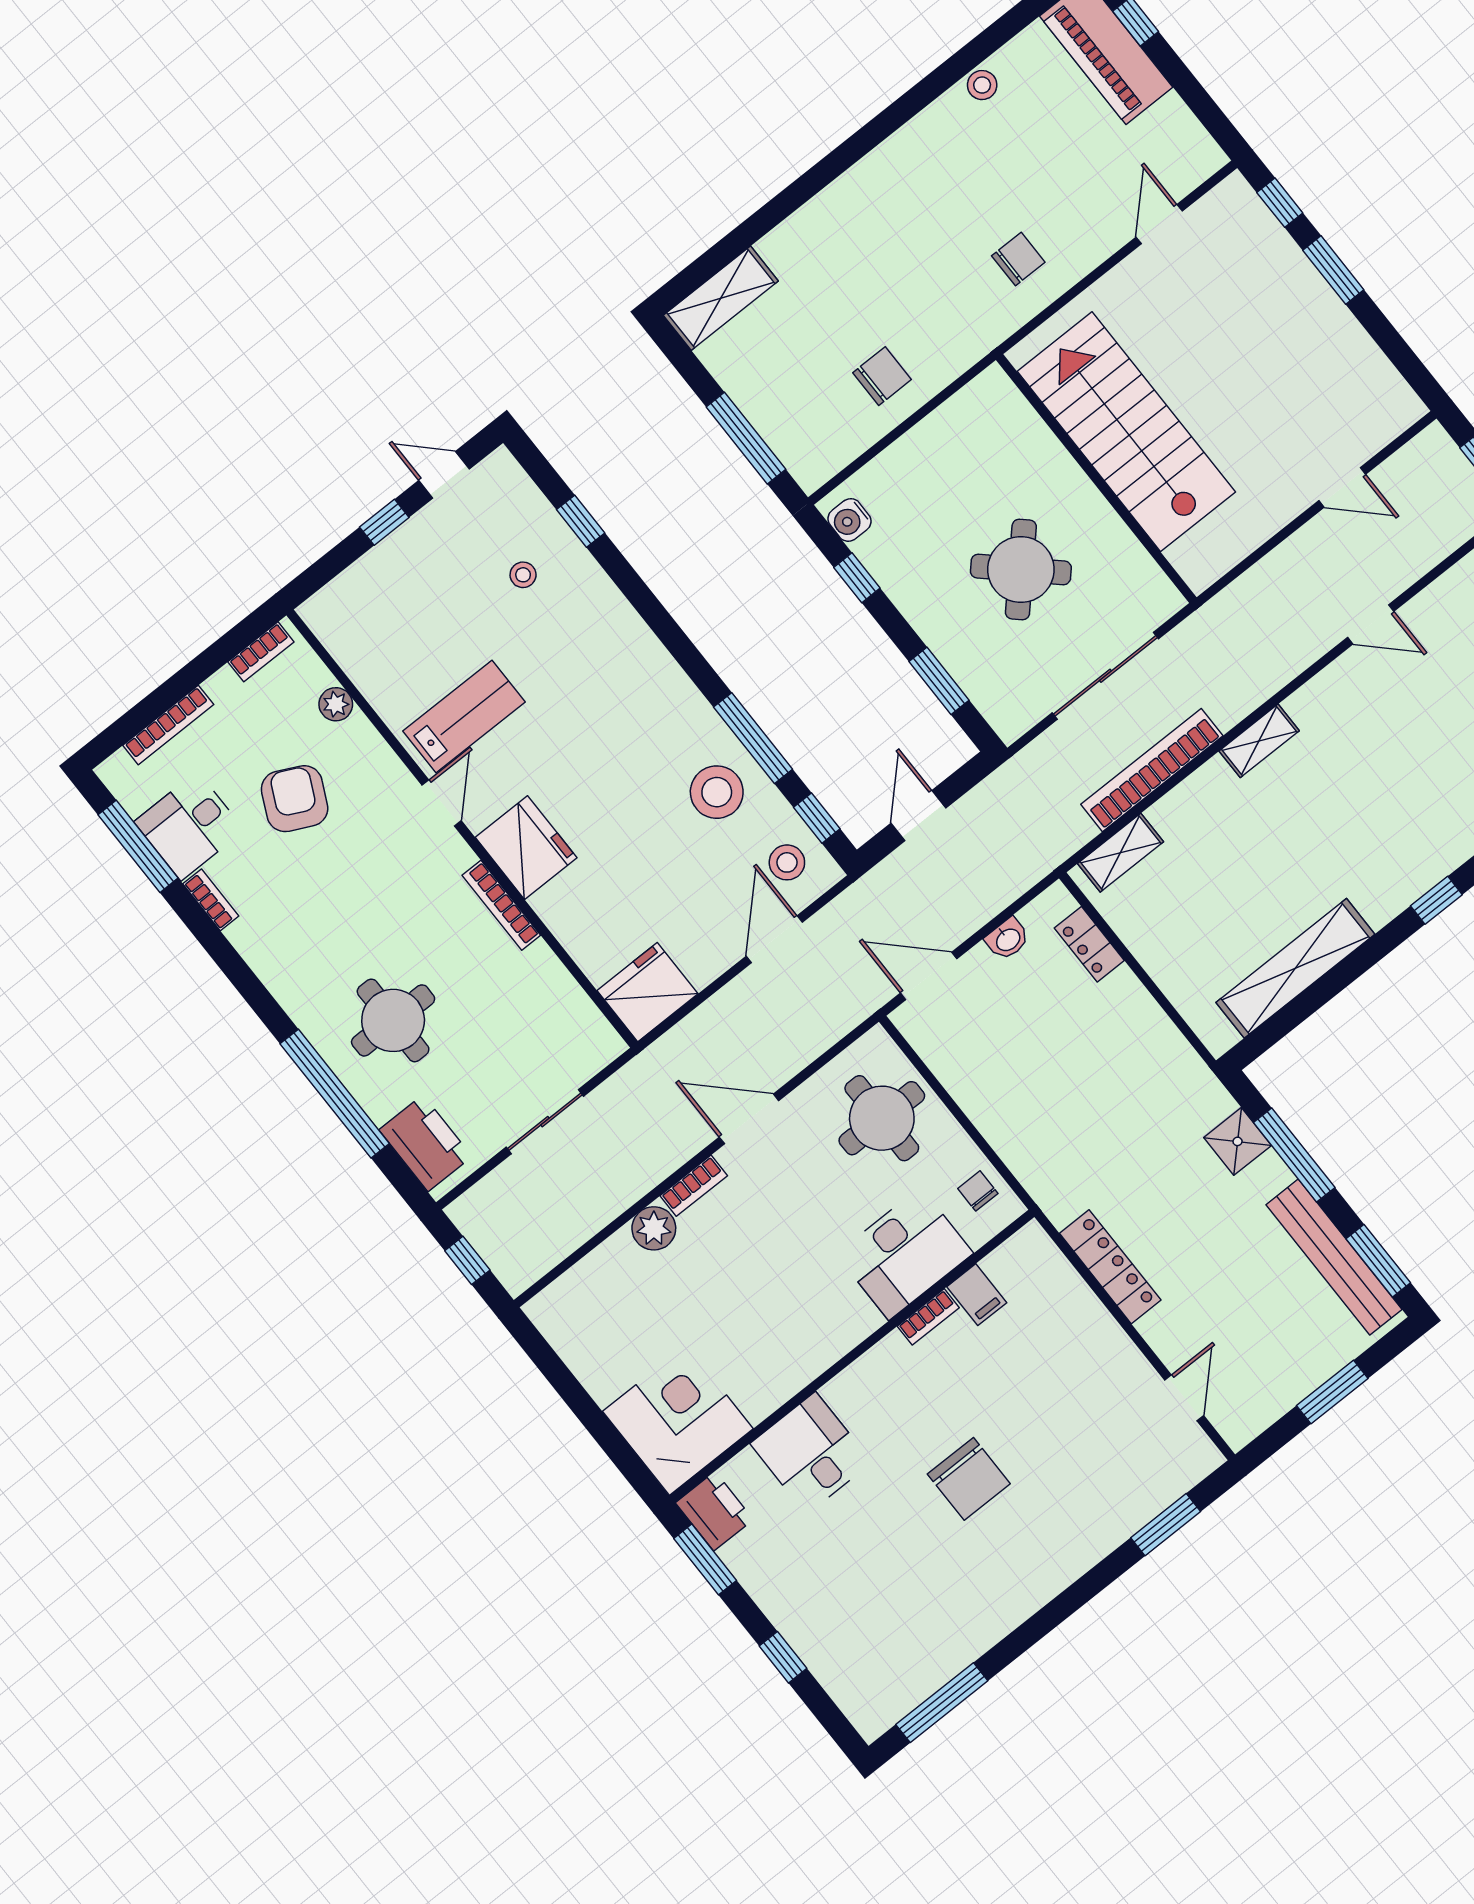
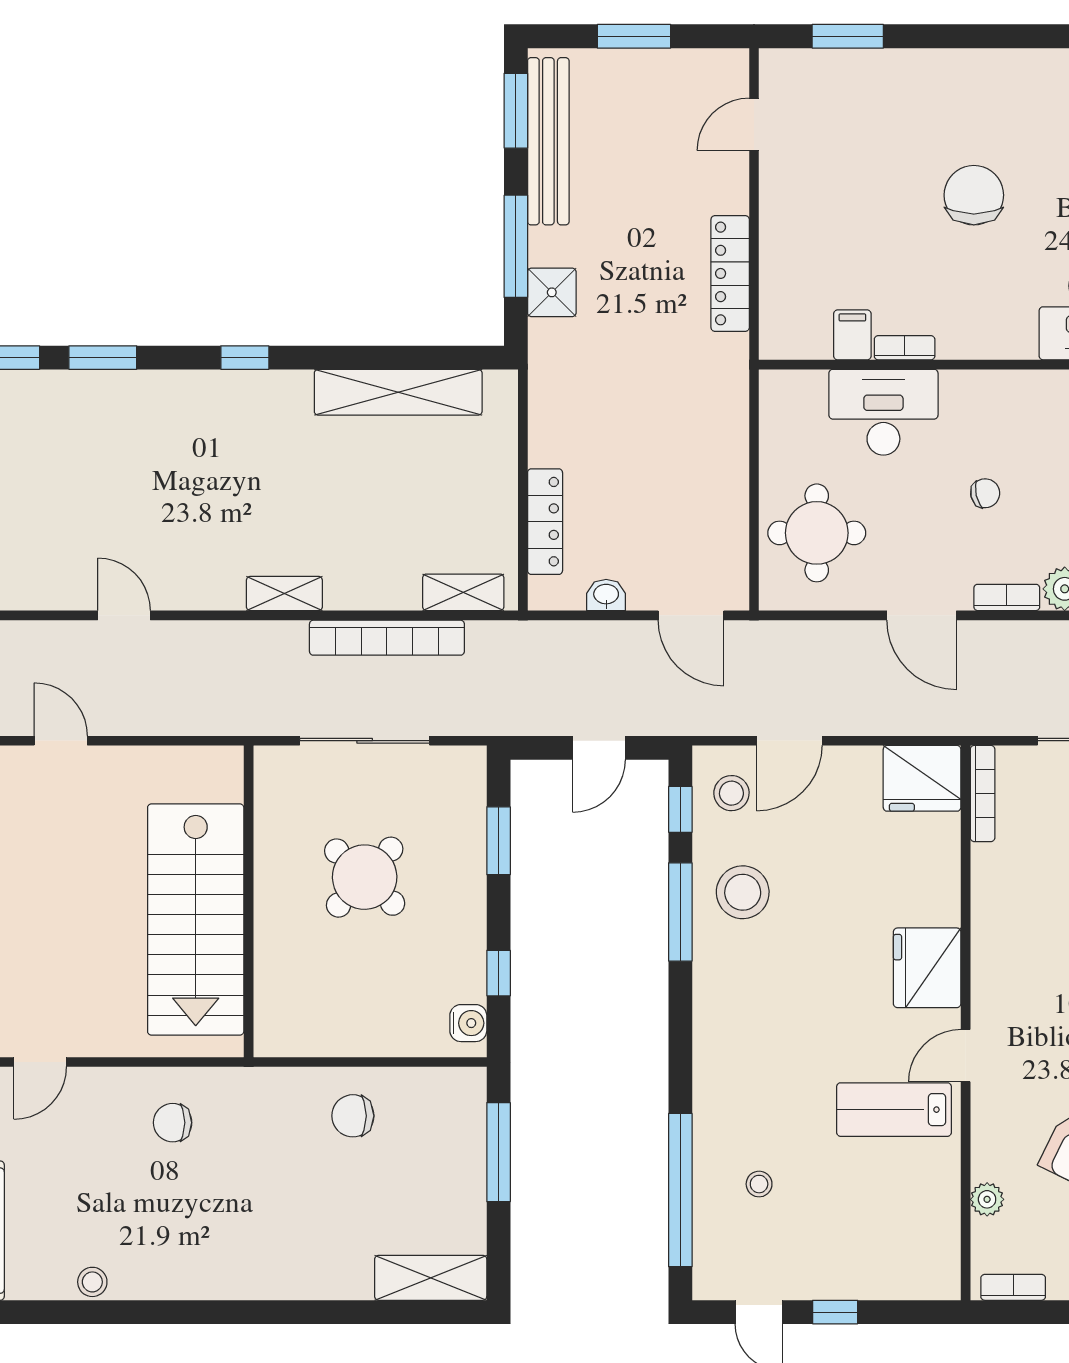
window: (581, 521) -> (680, 1190), width x3.17
bookcase: (501, 905) -> (983, 794), moved
locker: (1089, 944) -> (545, 522), width x1.53
chair: (978, 1191) -> (985, 493), moved, turned -103

